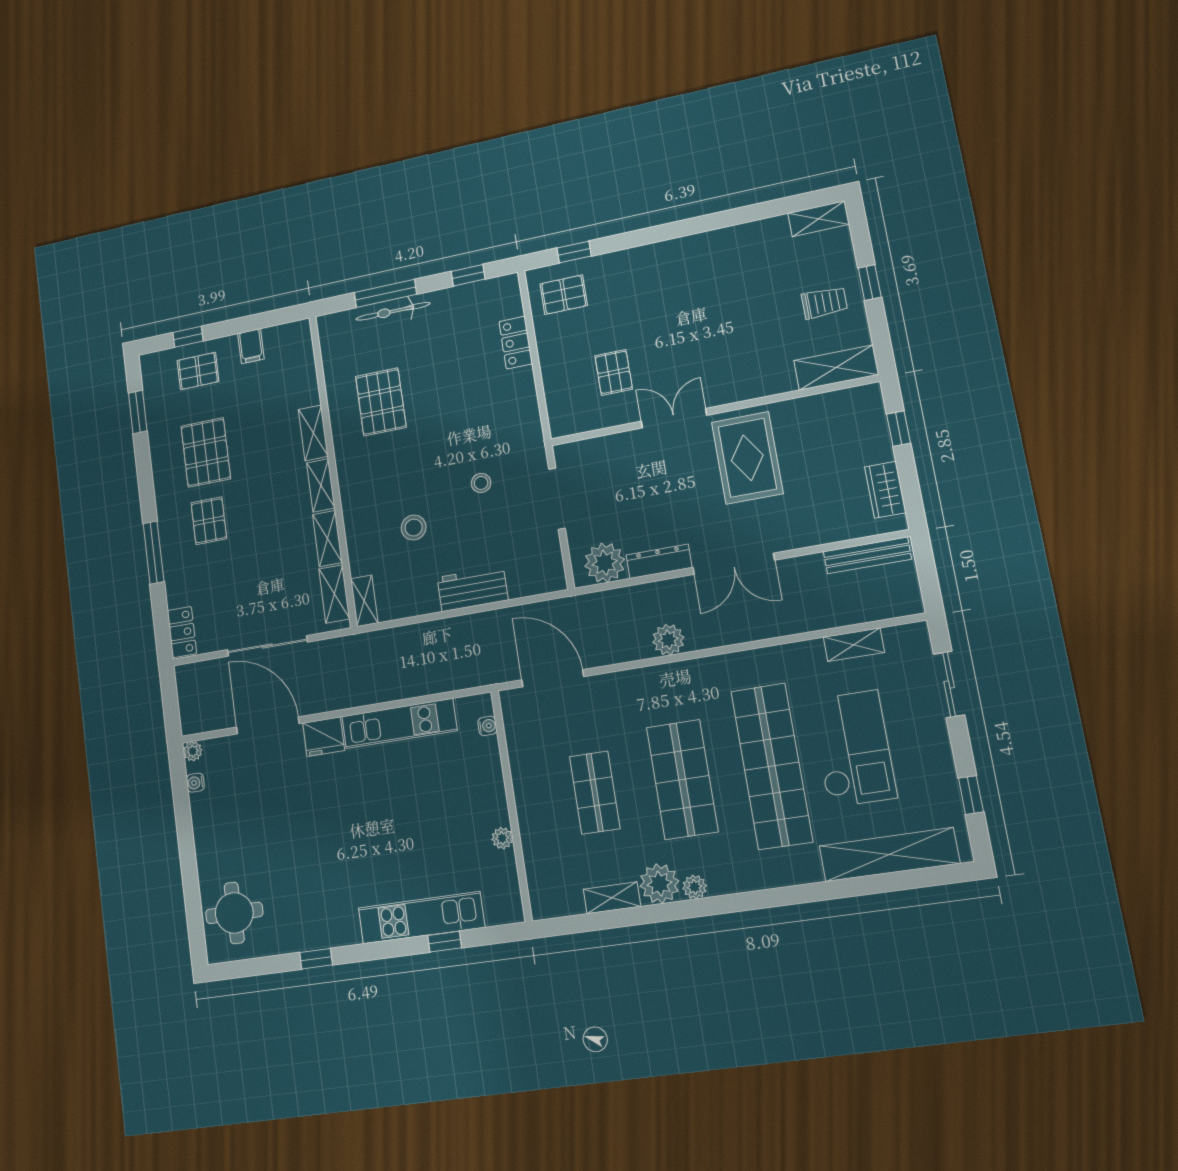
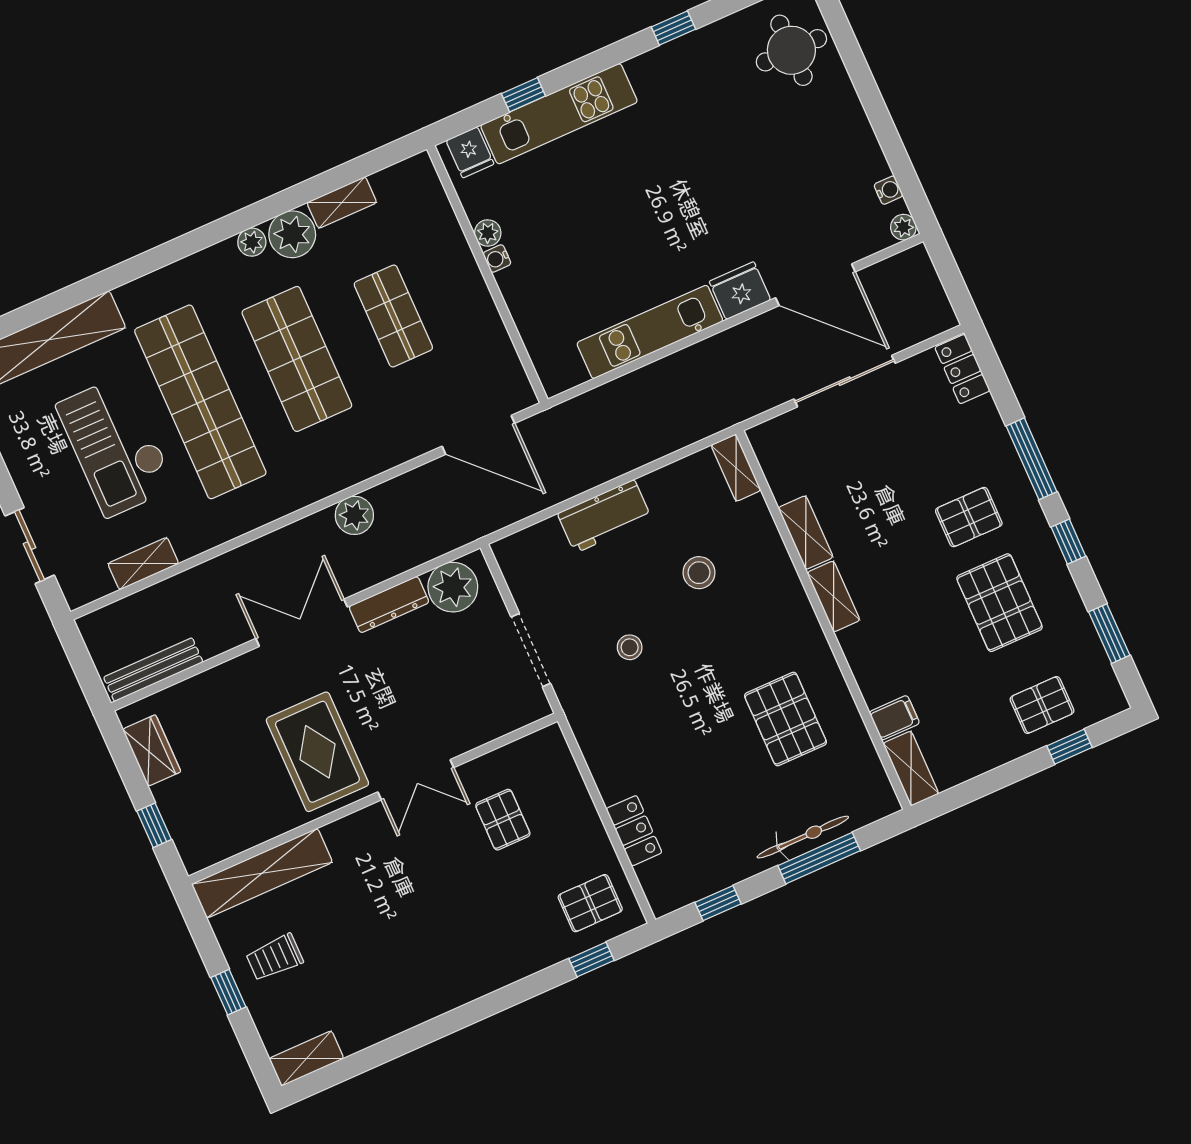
filing cabinet: (251, 346) -> (894, 718), moved, turned 90
shelving: (836, 368) -> (262, 873), width x1.47
shelving: (313, 433) -> (911, 768), moved
window: (146, 485) -> (1068, 542), added
pallet: (209, 521) -> (969, 517), turned 90
shelving: (334, 594) -> (777, 467), removed
water cooler: (487, 726) -> (497, 258), moved
fridge: (499, 908) -> (470, 152), added

